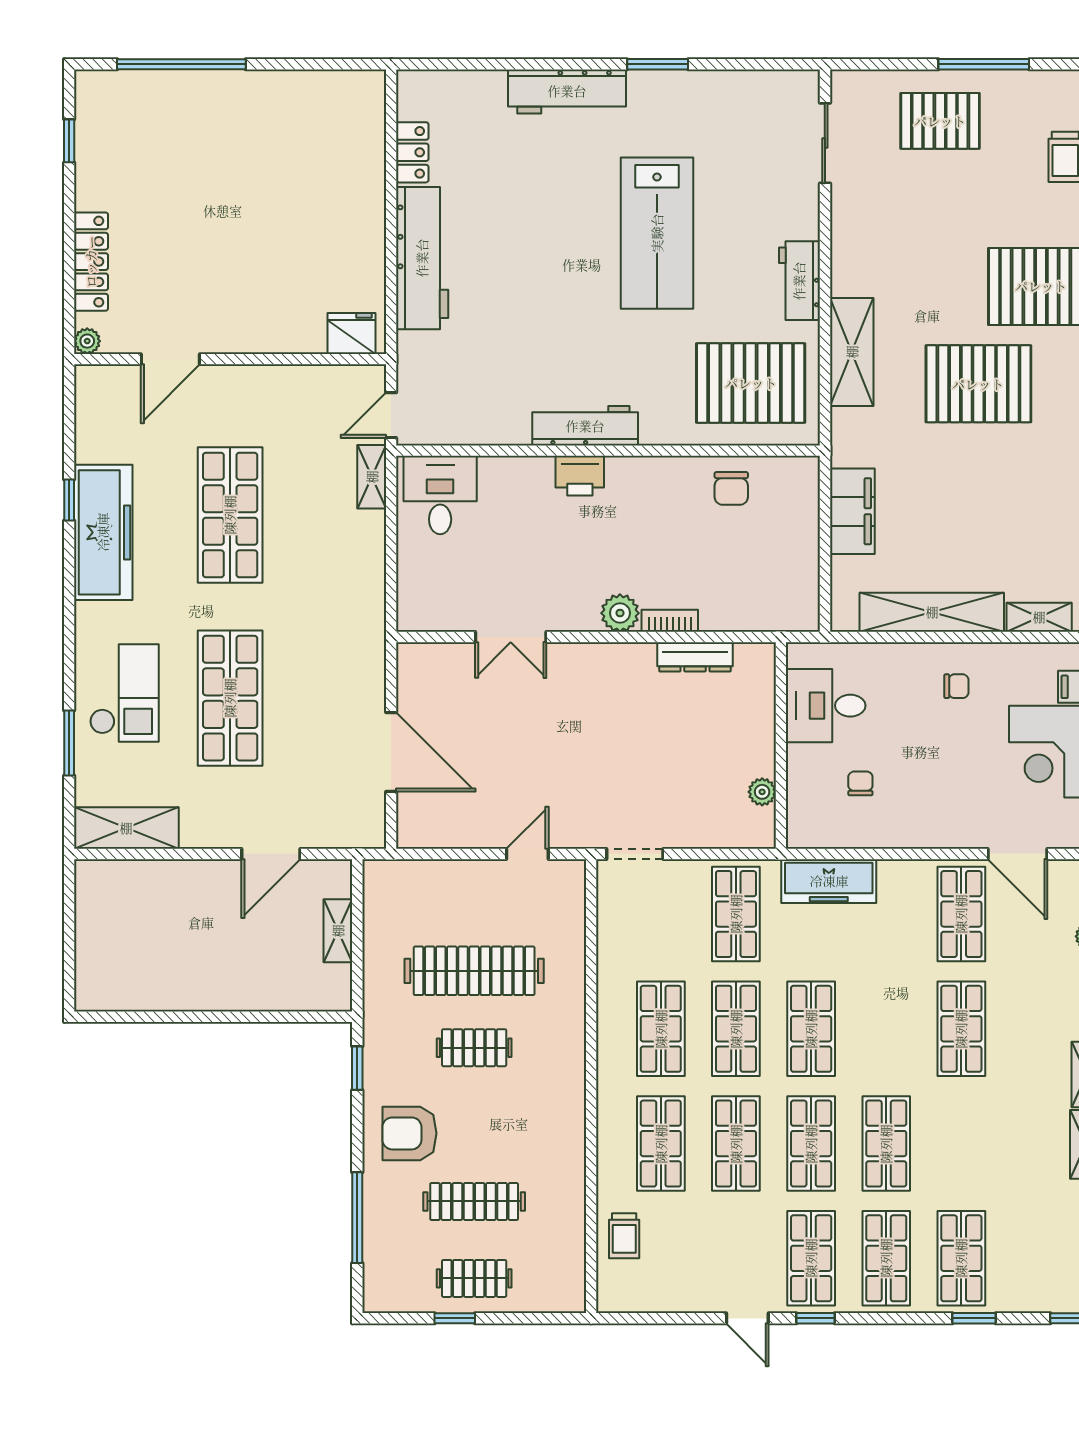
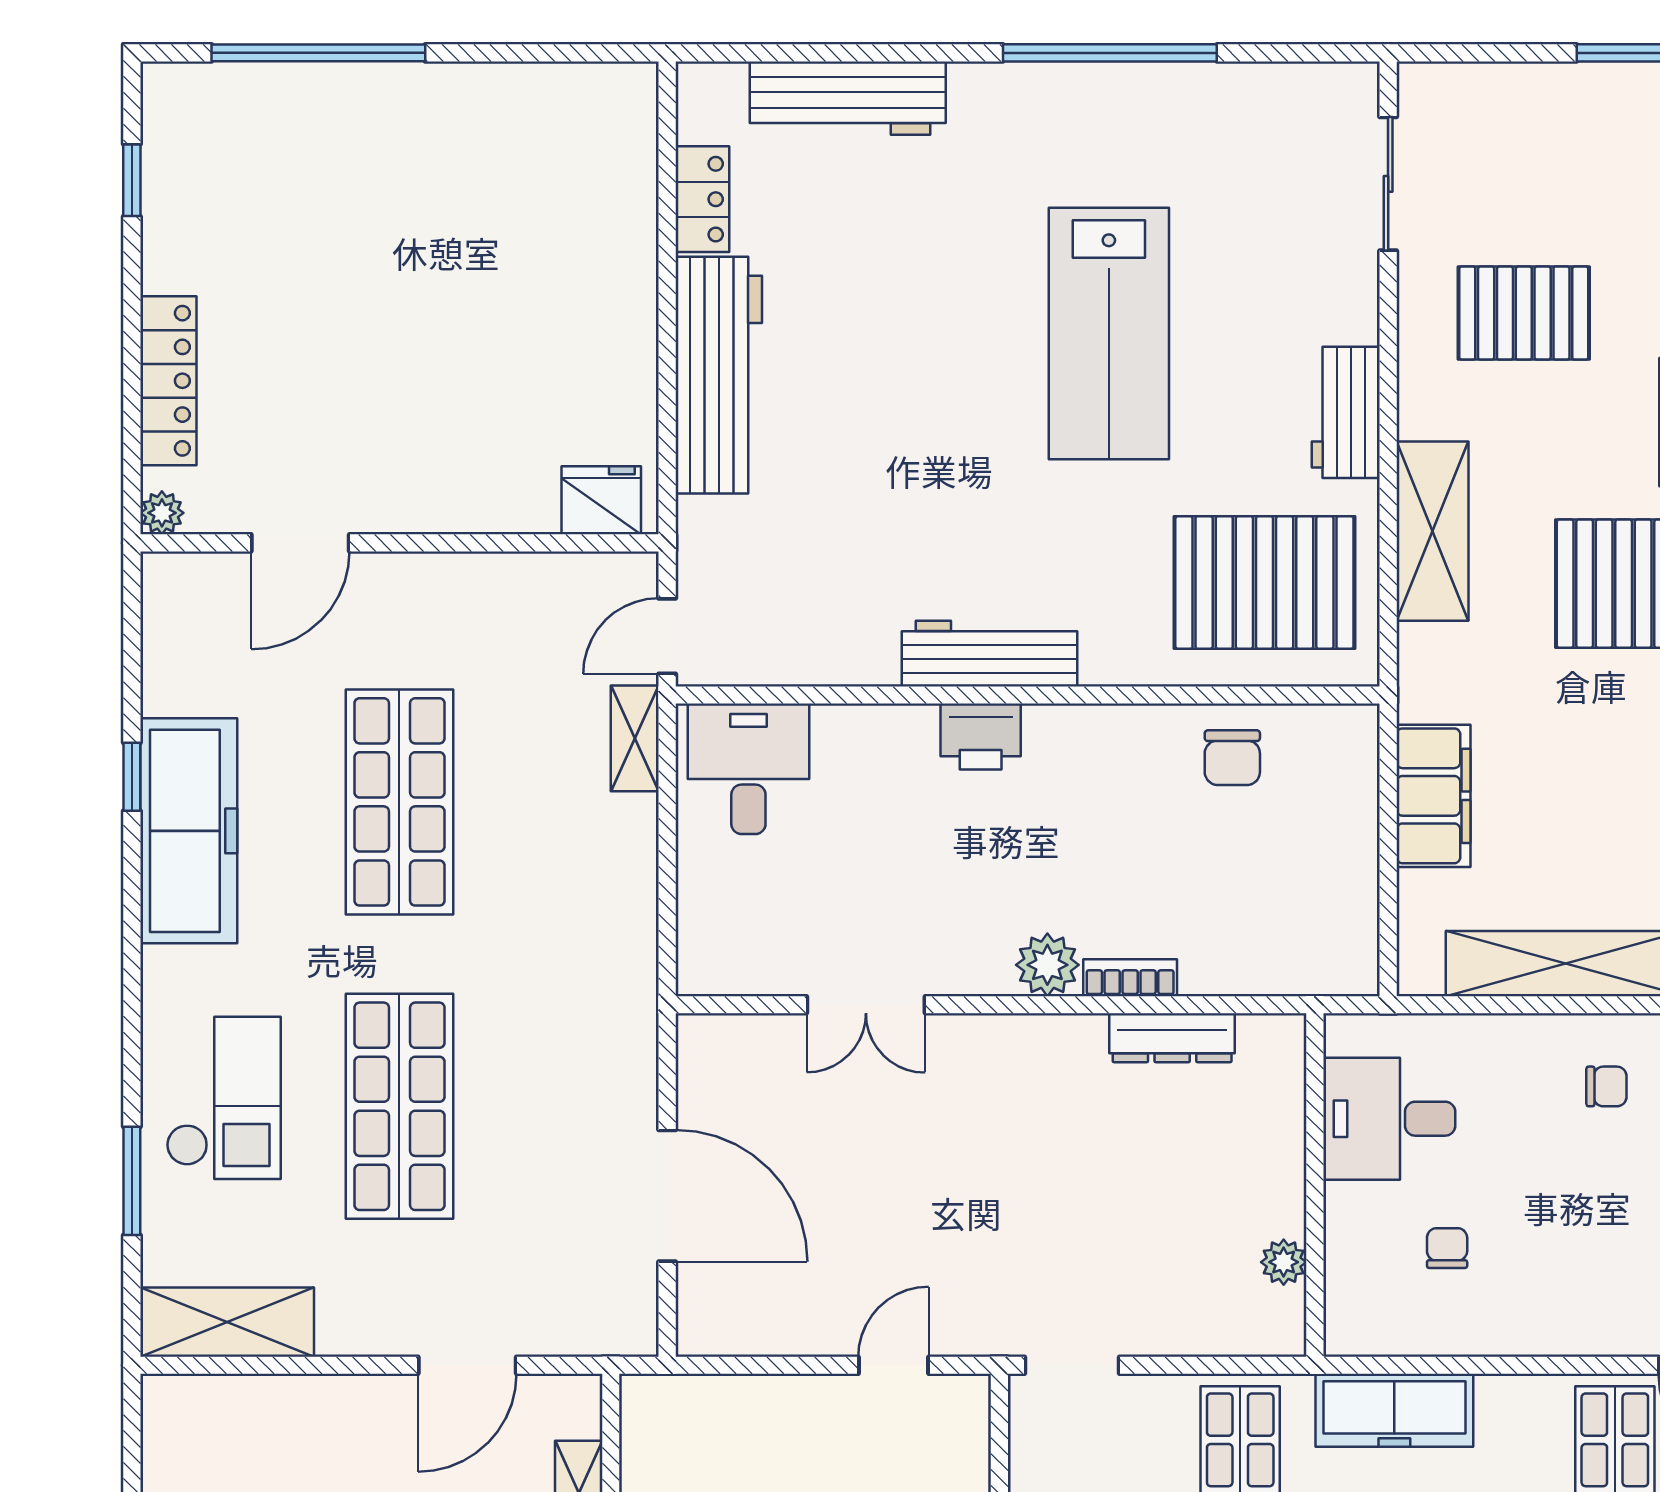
window: (658, 64) -> (1110, 53), width x2.11
workbench: (567, 91) -> (848, 98), moved
pallet: (940, 121) -> (1524, 313), moved

